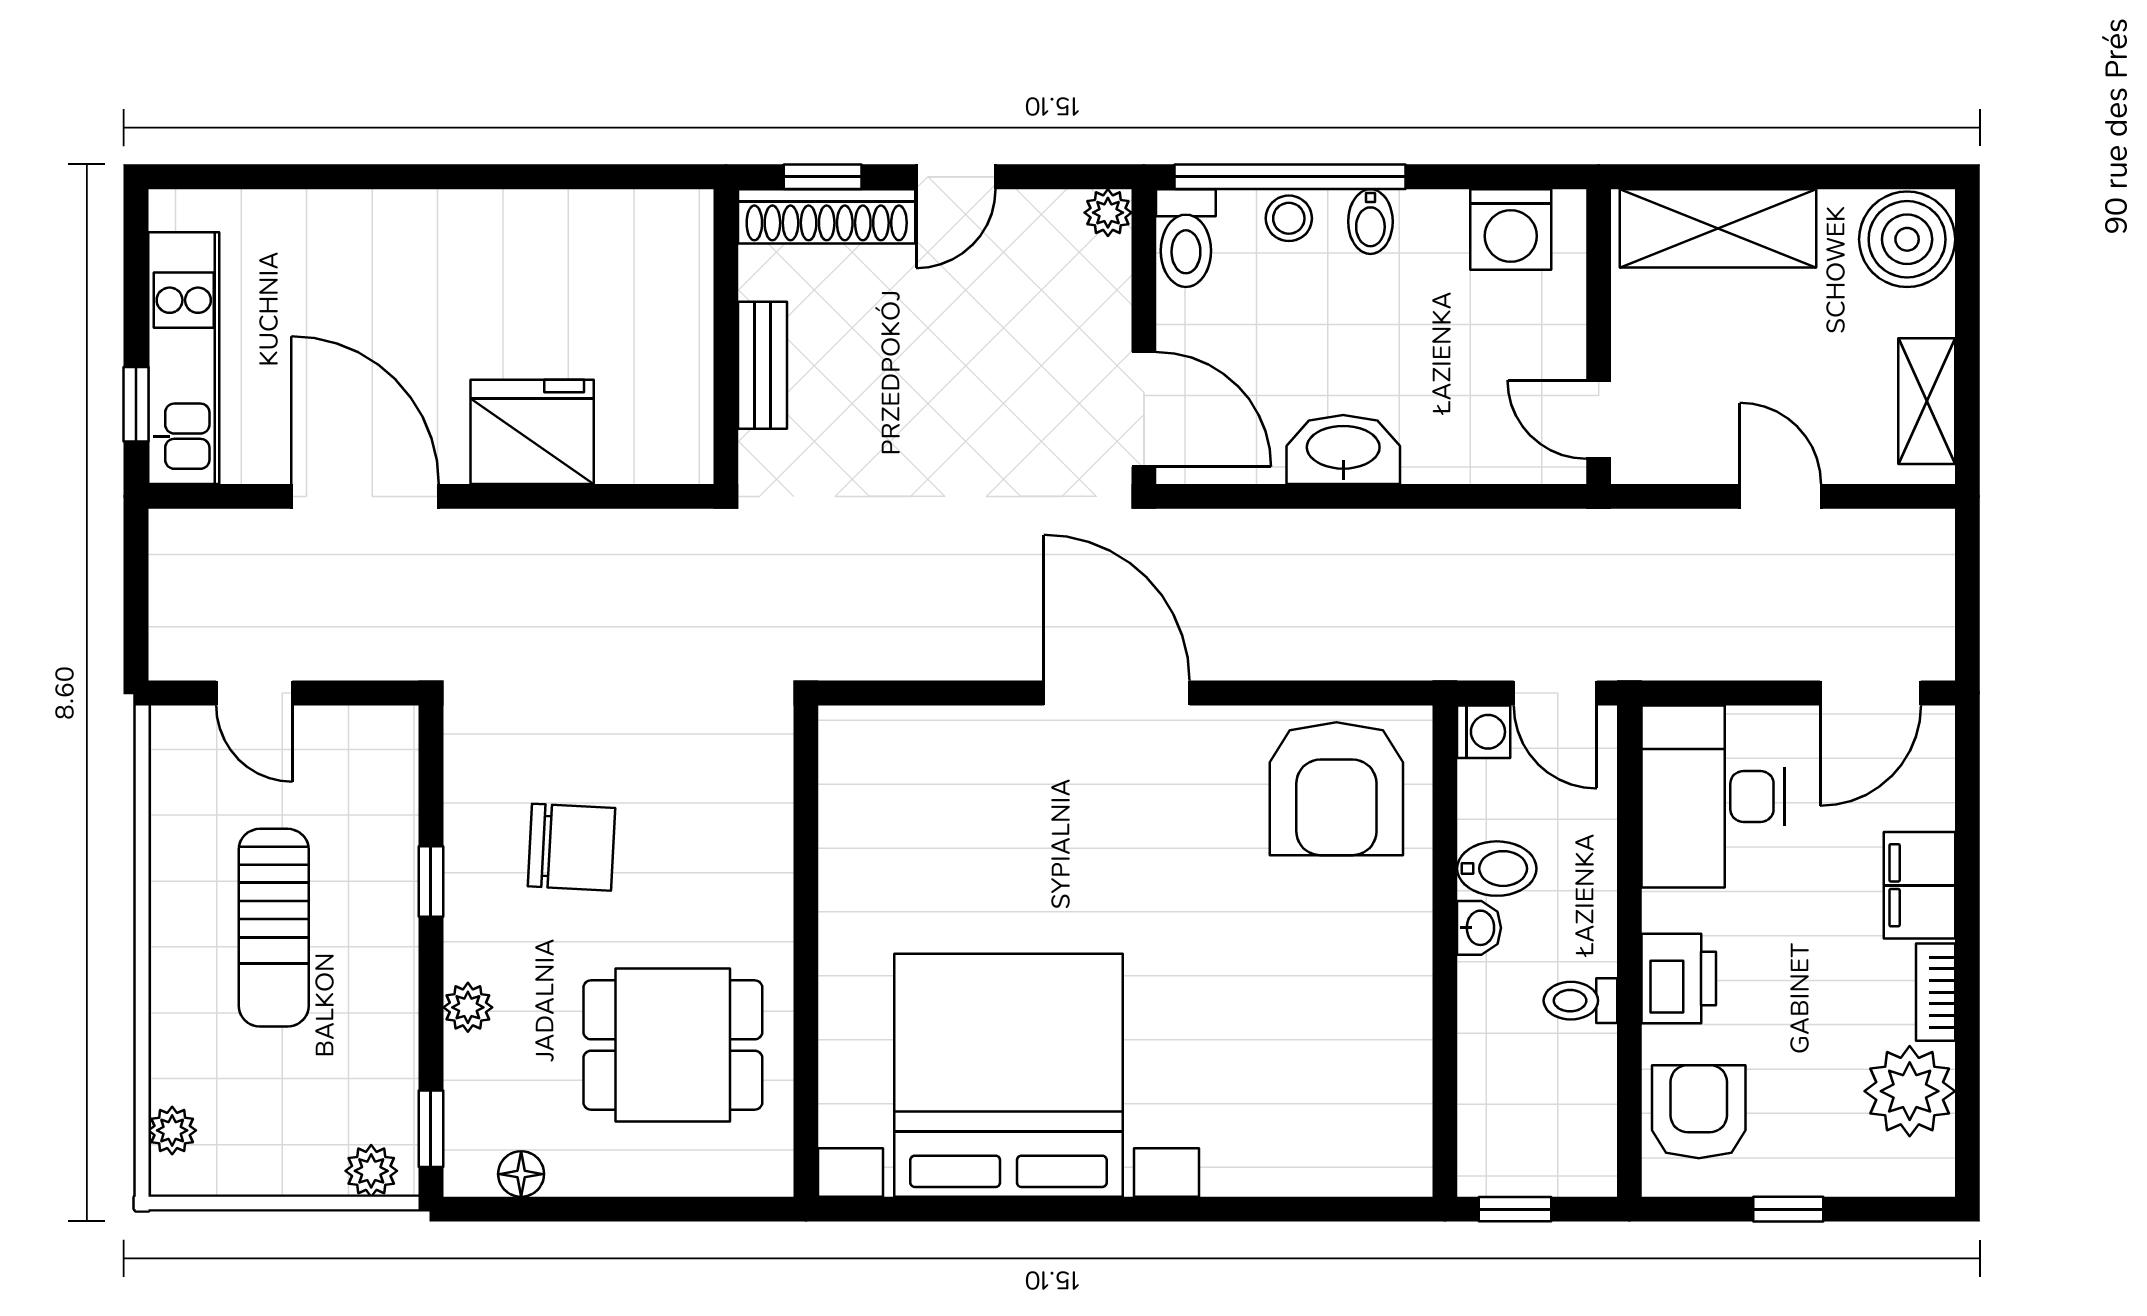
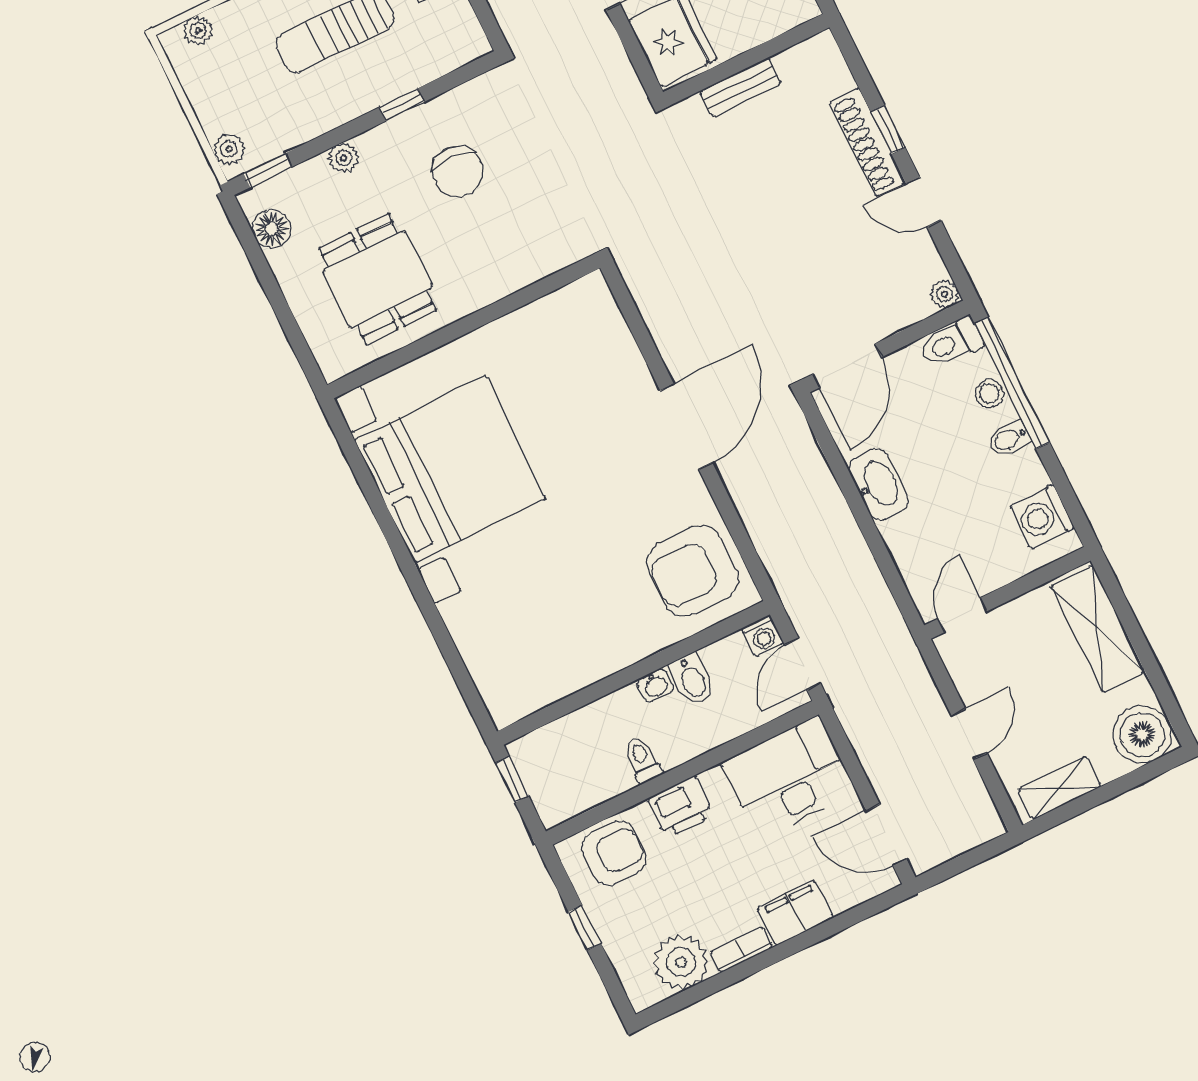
wall: (726, 337) -> (746, 60), moved
bench: (763, 365) -> (740, 87), moved
floor lamp: (521, 1174) -> (272, 229), width x1.37, depth x1.37

